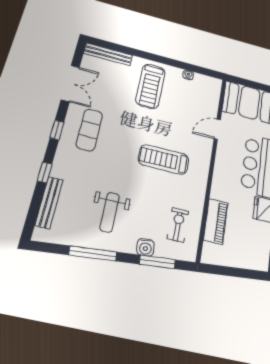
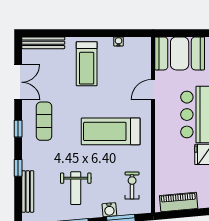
treadmill: (164, 160) -> (111, 131), width x1.37, depth x1.38
piano: (216, 221) -> (179, 202), moved, turned -95

